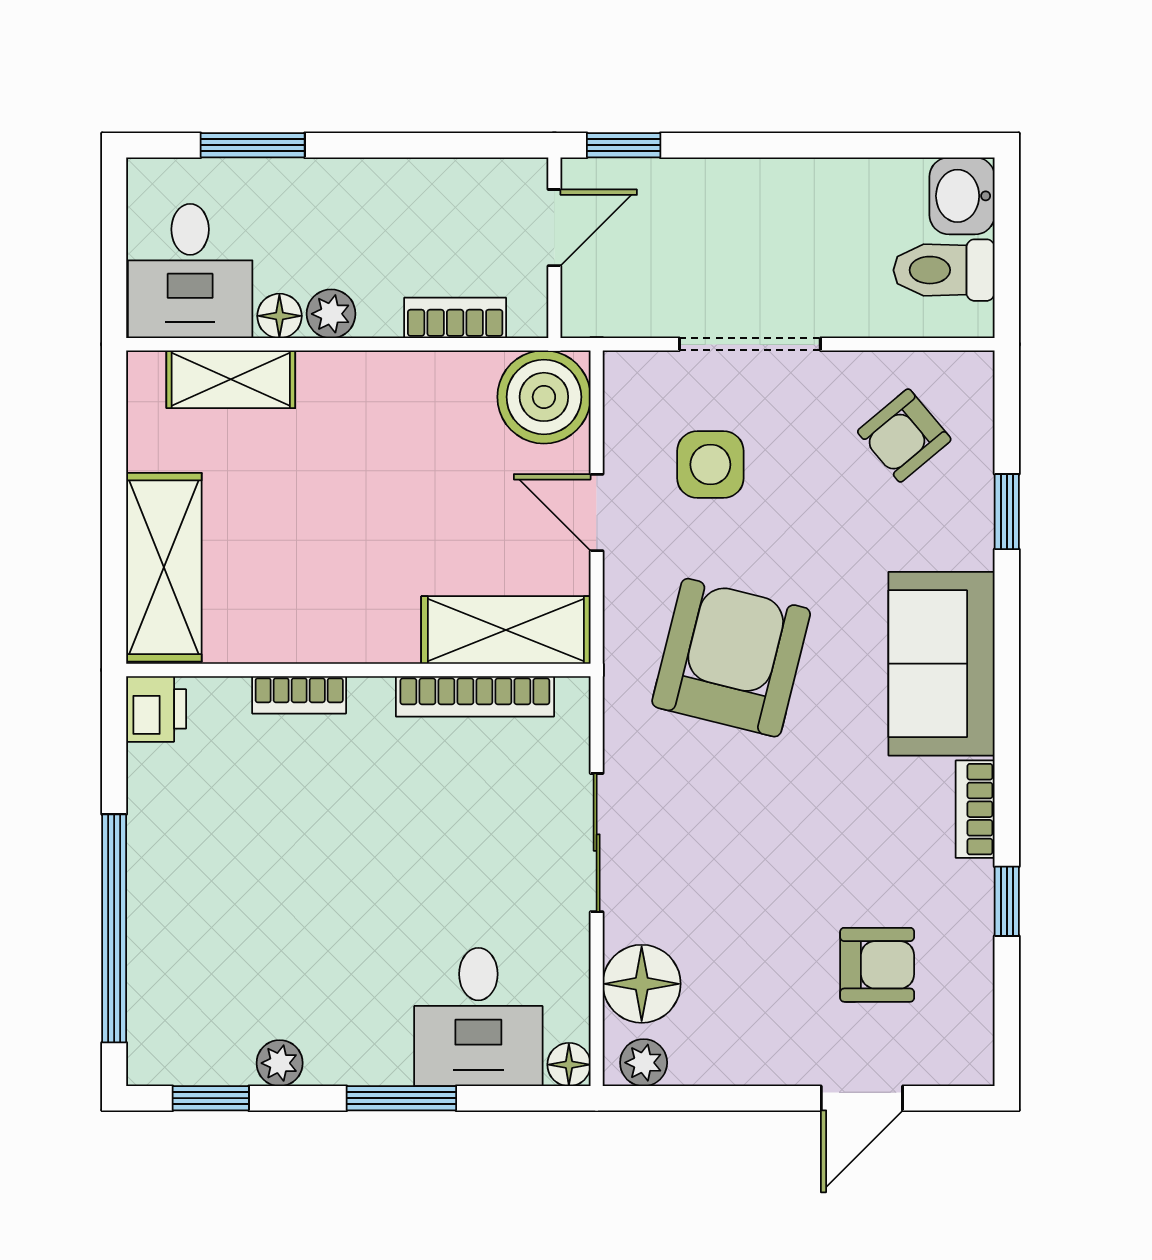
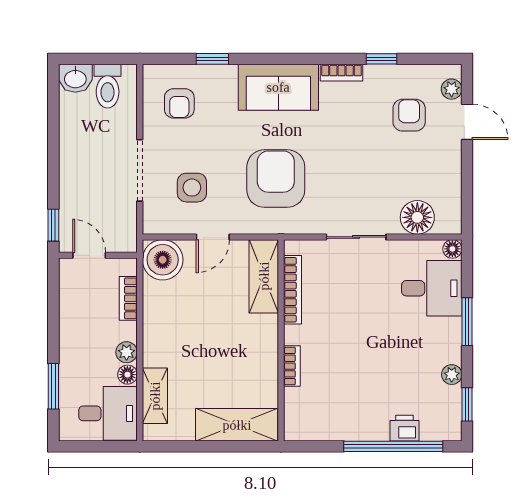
armchair: (904, 435) -> (179, 103), turned 40
armchair: (731, 658) -> (276, 179), turned 76
printer: (156, 709) -> (404, 428), moved
plant: (644, 1063) -> (452, 89), moved

